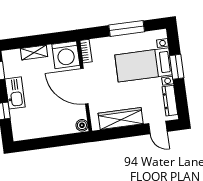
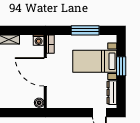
washing machine: (66, 55) -> (39, 40), width x0.53, depth x0.53
wardrobe: (121, 118) -> (71, 101), removed

